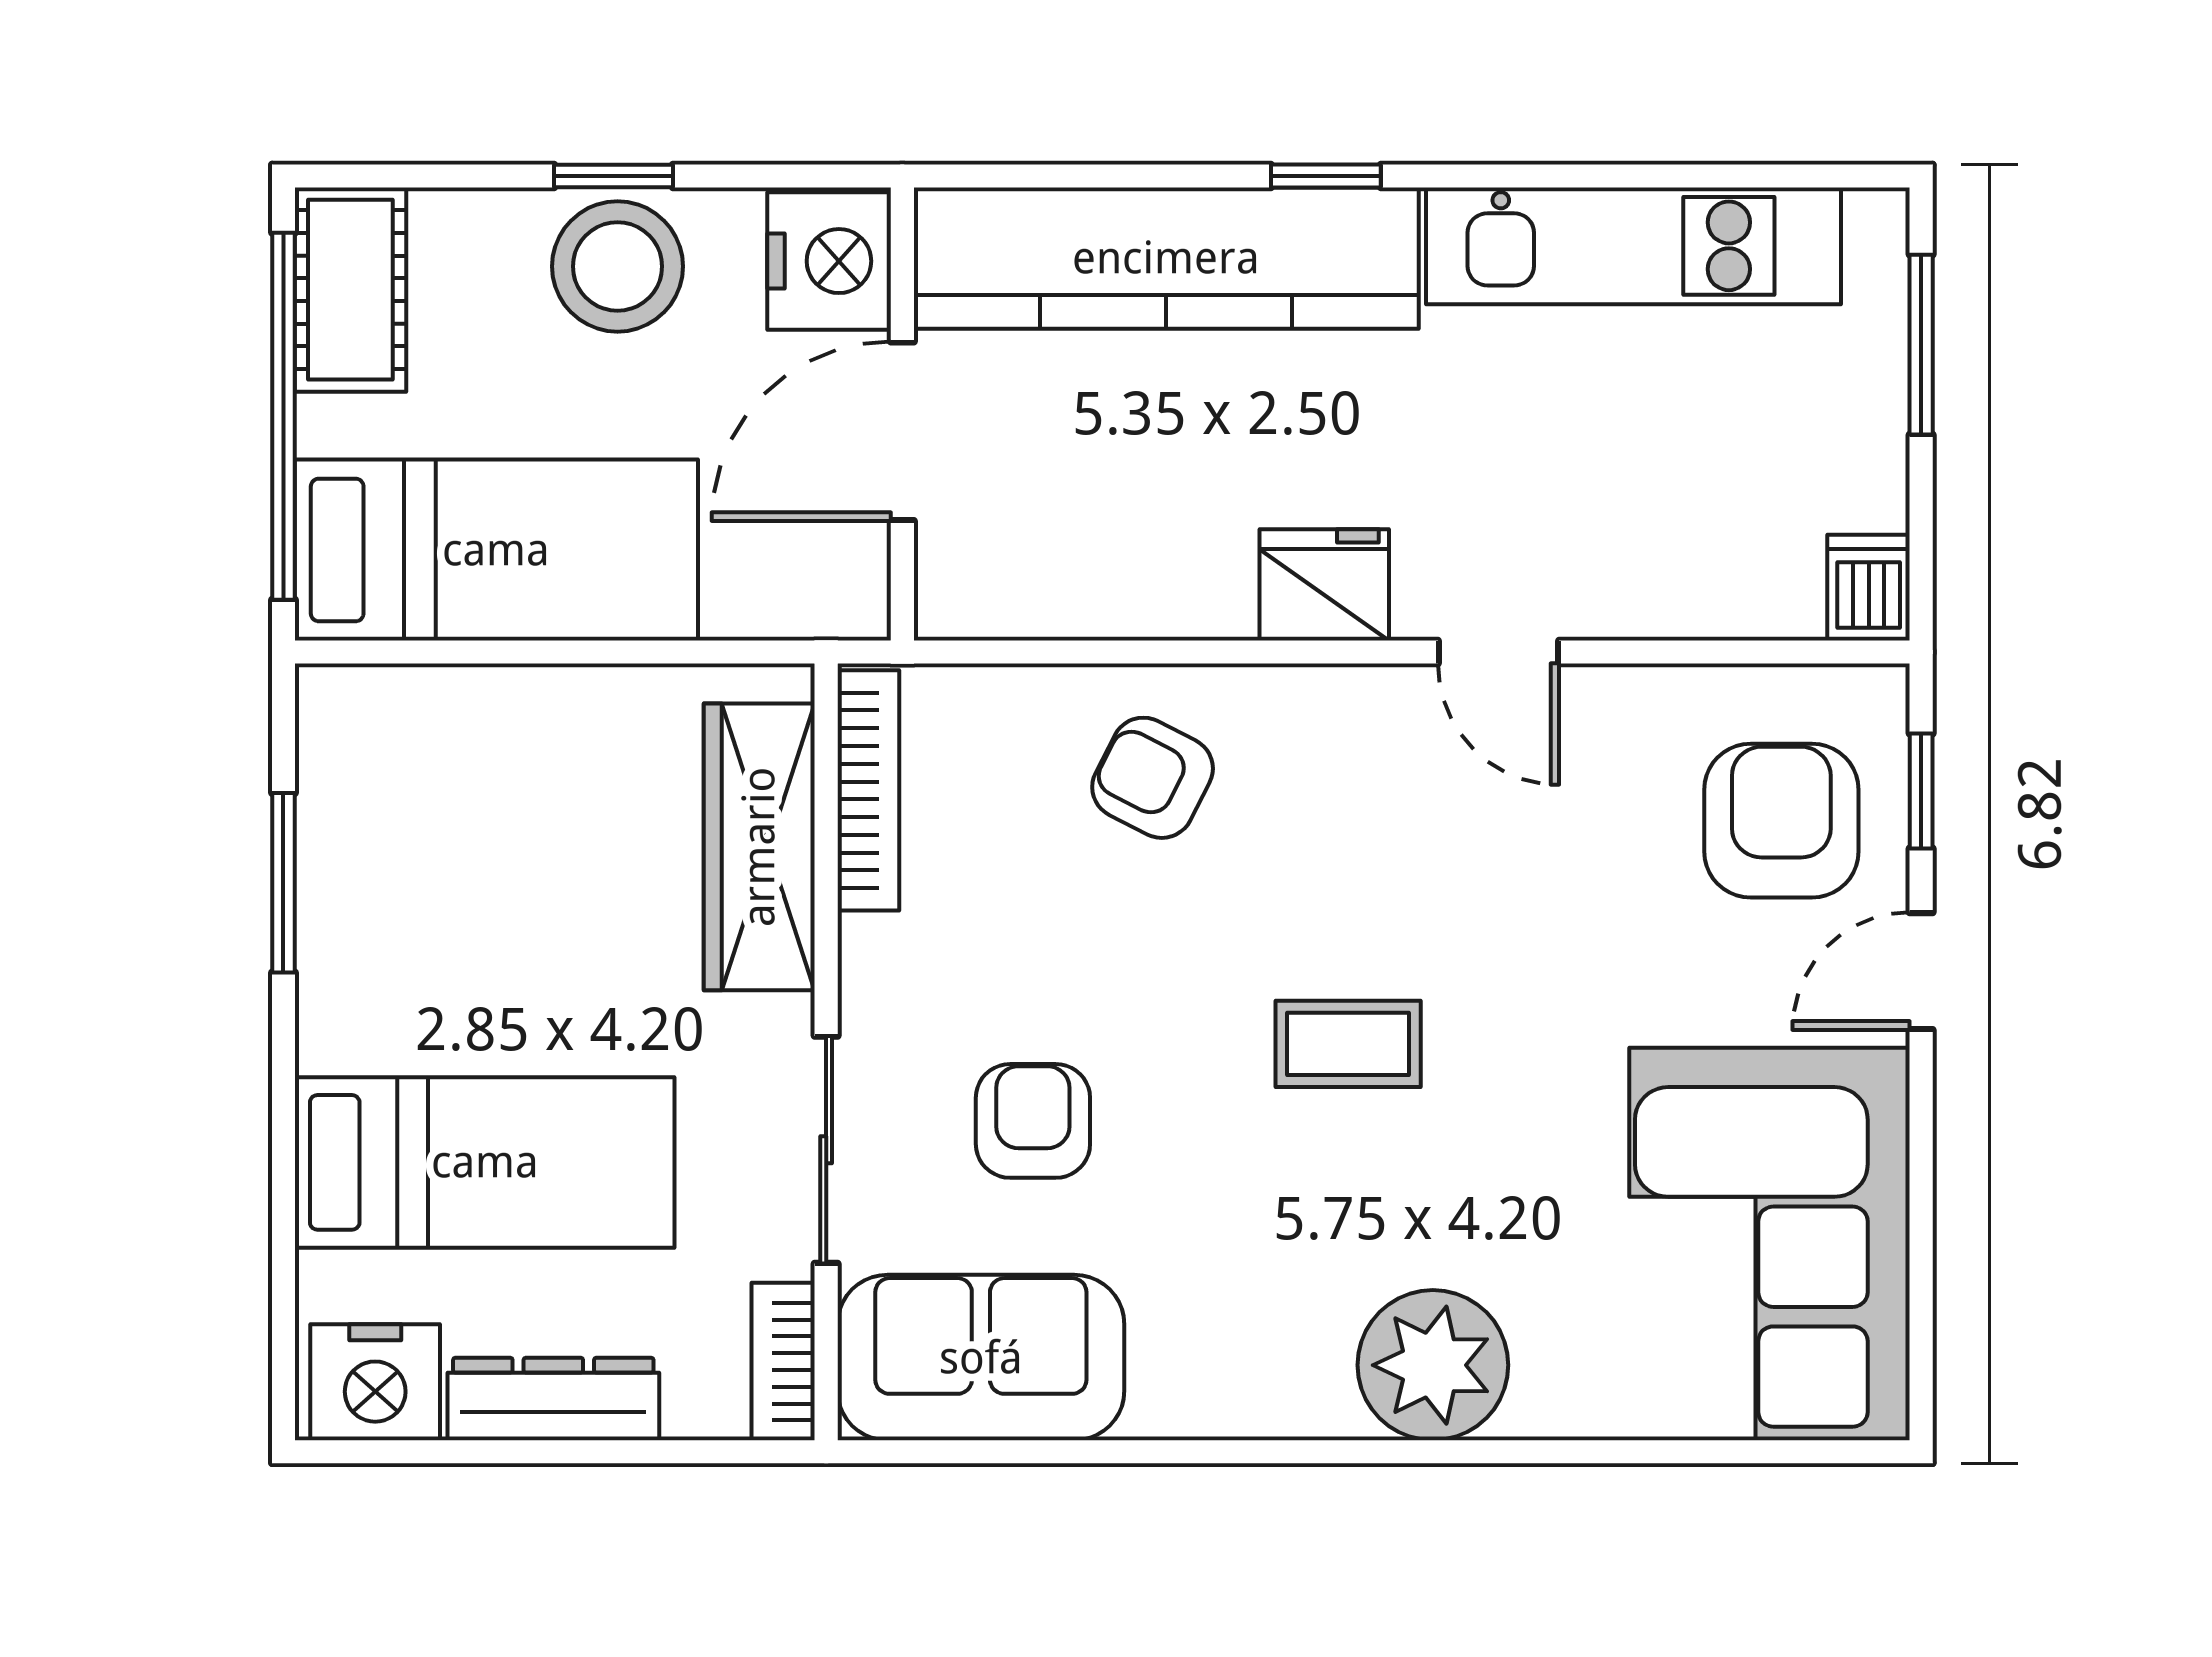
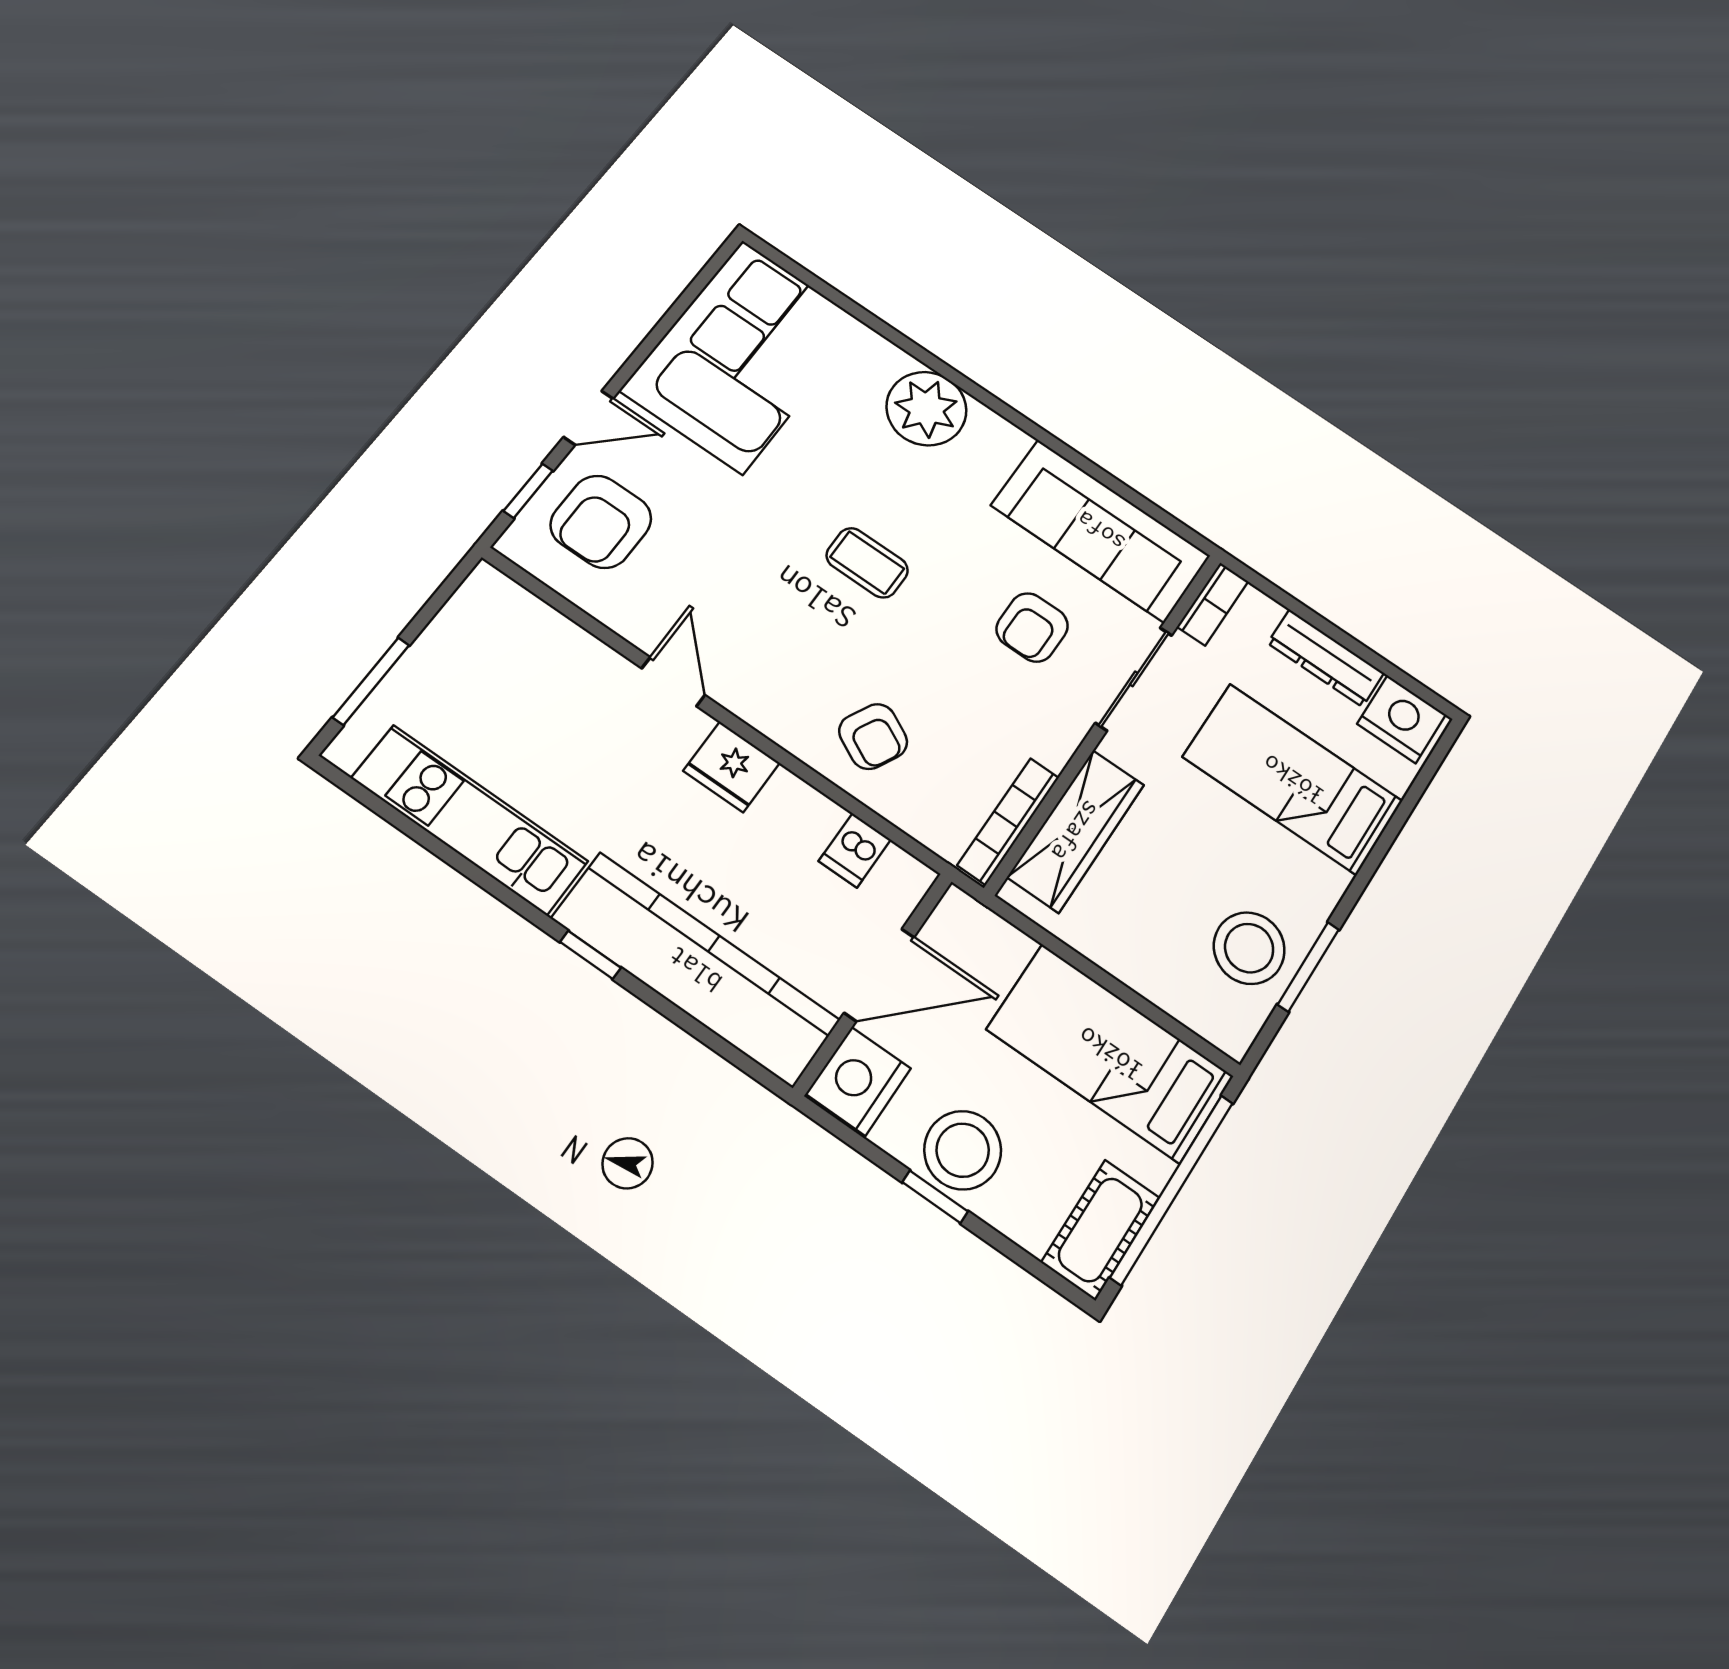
dishwasher: (1869, 588) -> (855, 850), moved
stool: (389, 849) -> (1249, 948), added
sofa: (981, 1358) -> (1101, 531), width x1.36

